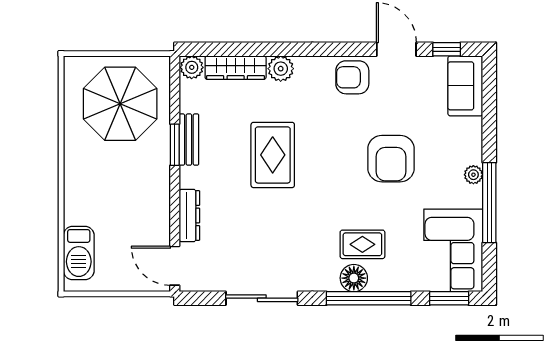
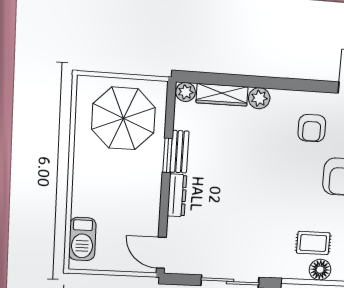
armchair: (352, 77) -> (312, 128), moved, turned -90
rug: (273, 155) -> (247, 168), removed
dresser: (189, 216) -> (177, 195), moved
floor lamp: (354, 278) -> (320, 270), moved

